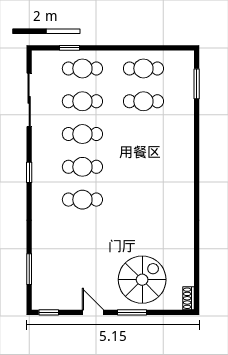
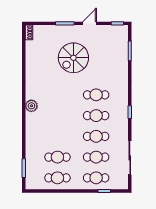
plant: (185, 182) -> (31, 106), added
spiral stairs: (142, 280) -> (73, 58), moved
door: (93, 312) -> (89, 23), swing flipped

